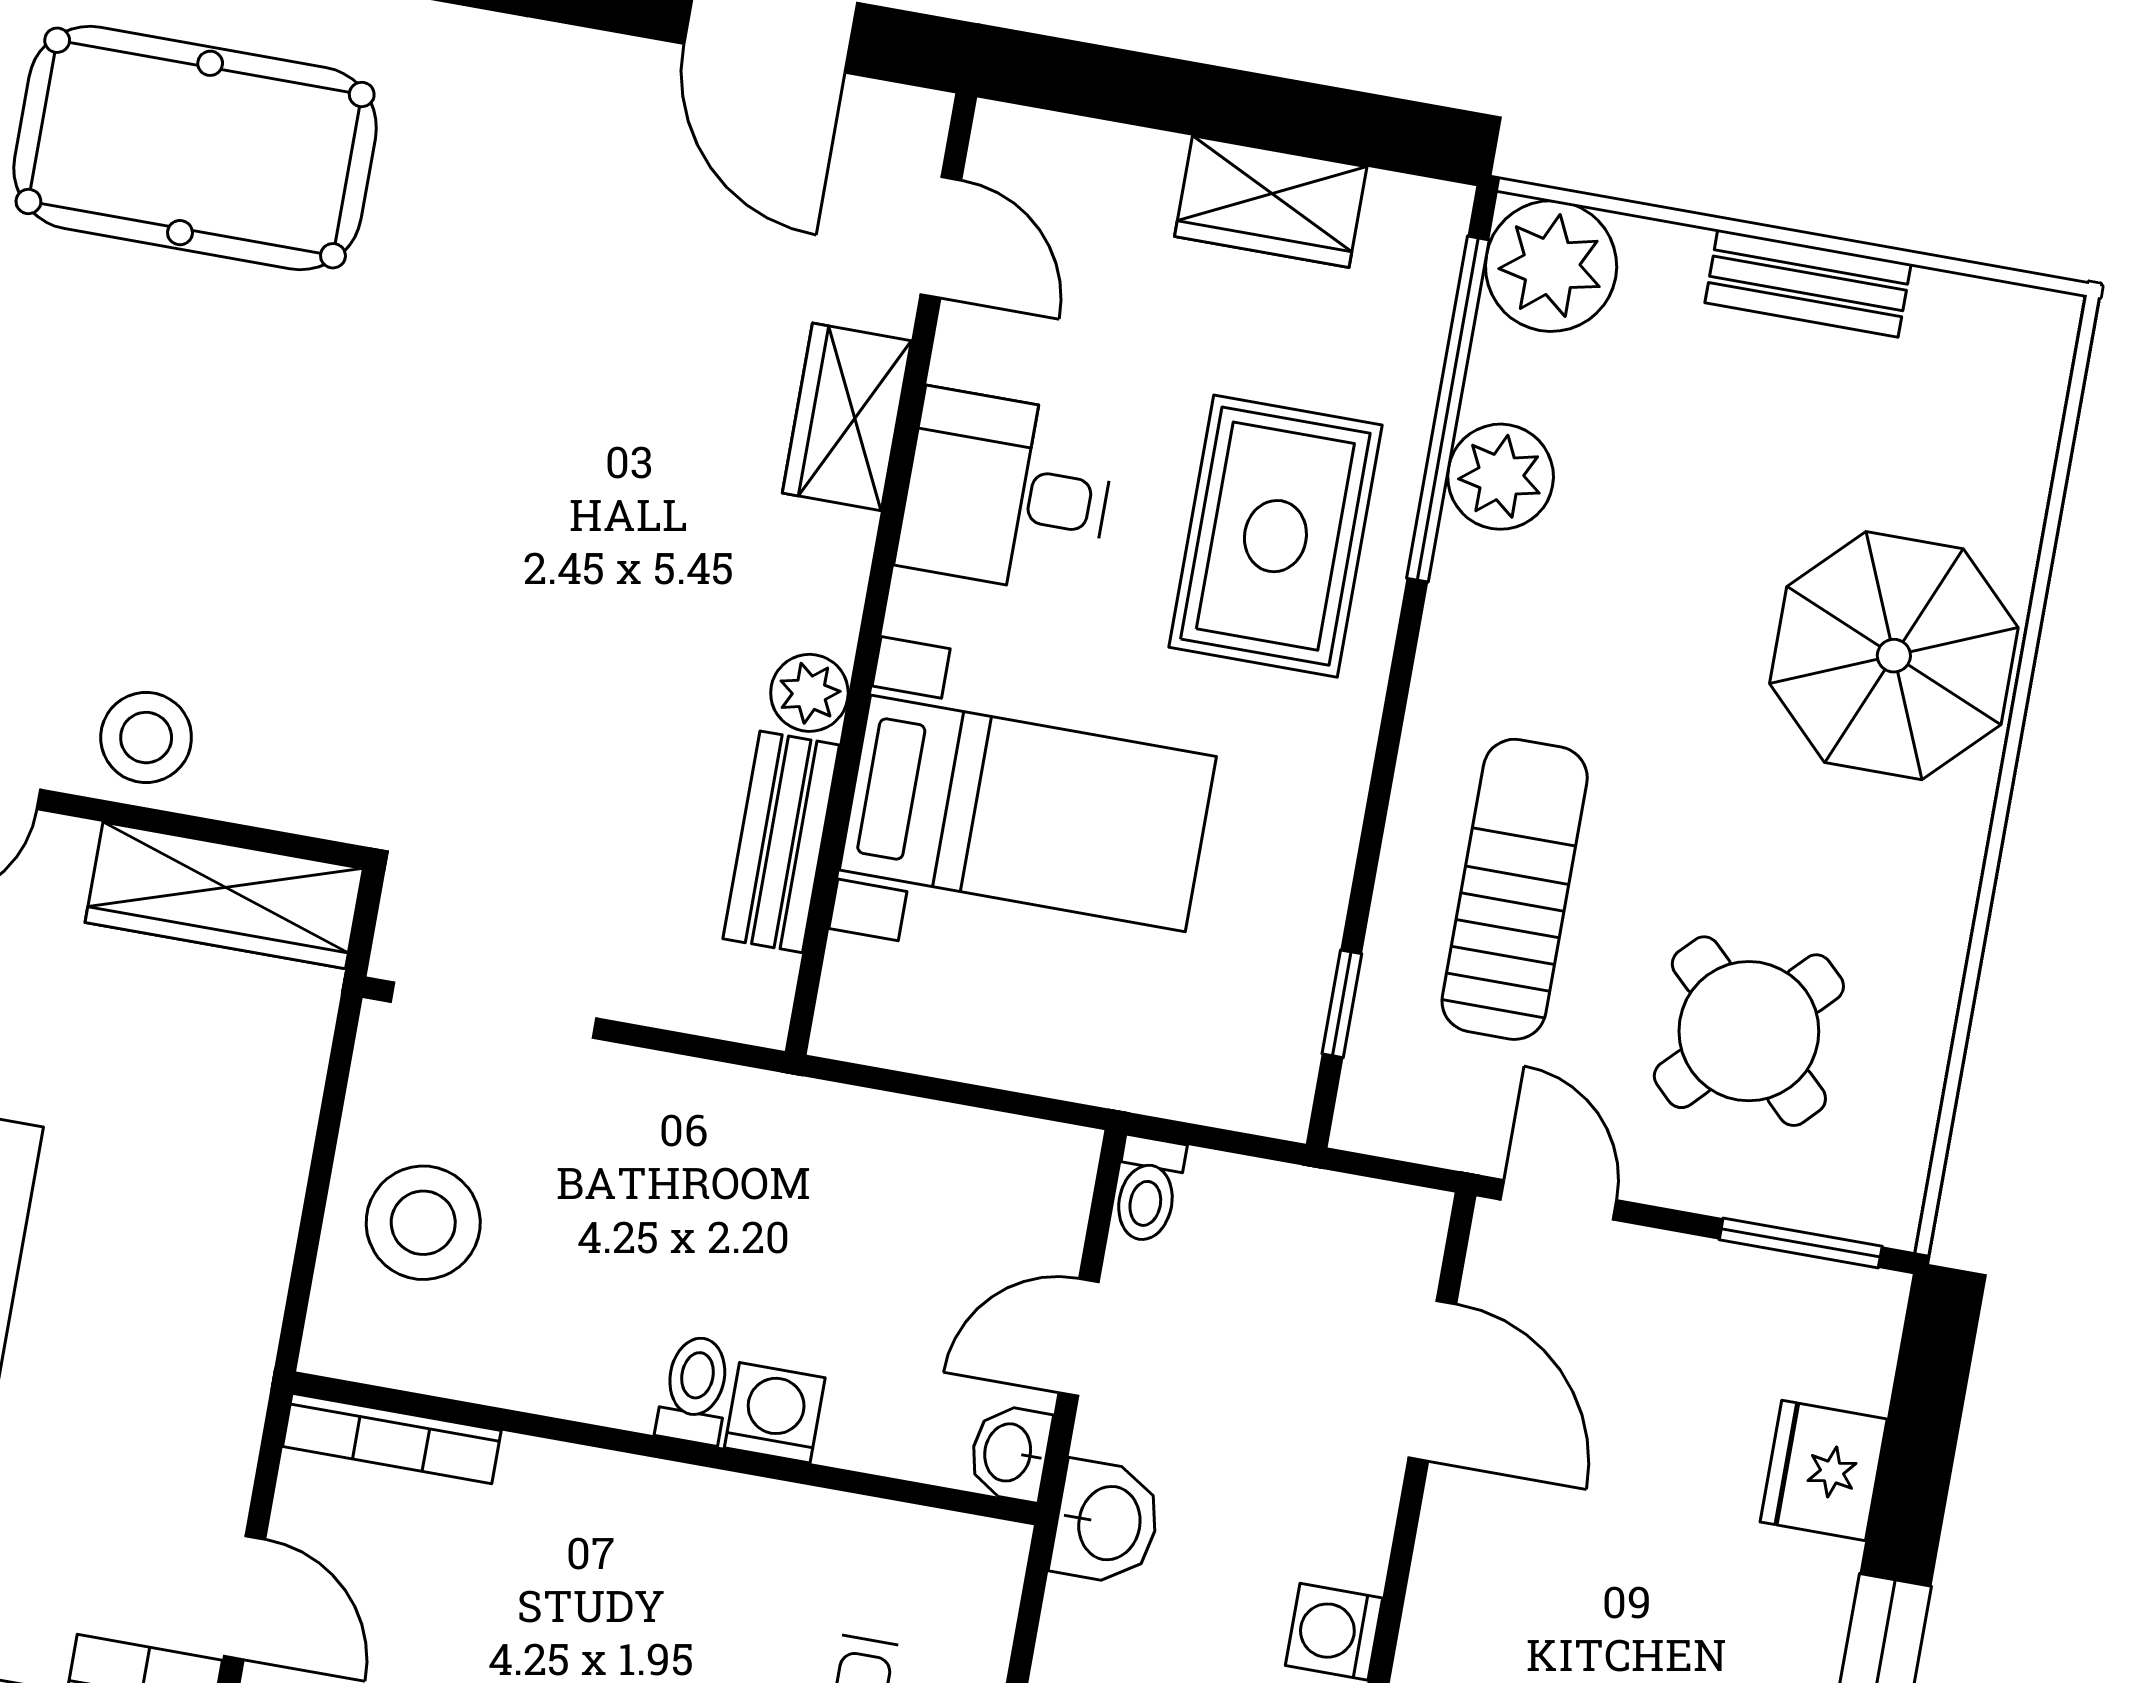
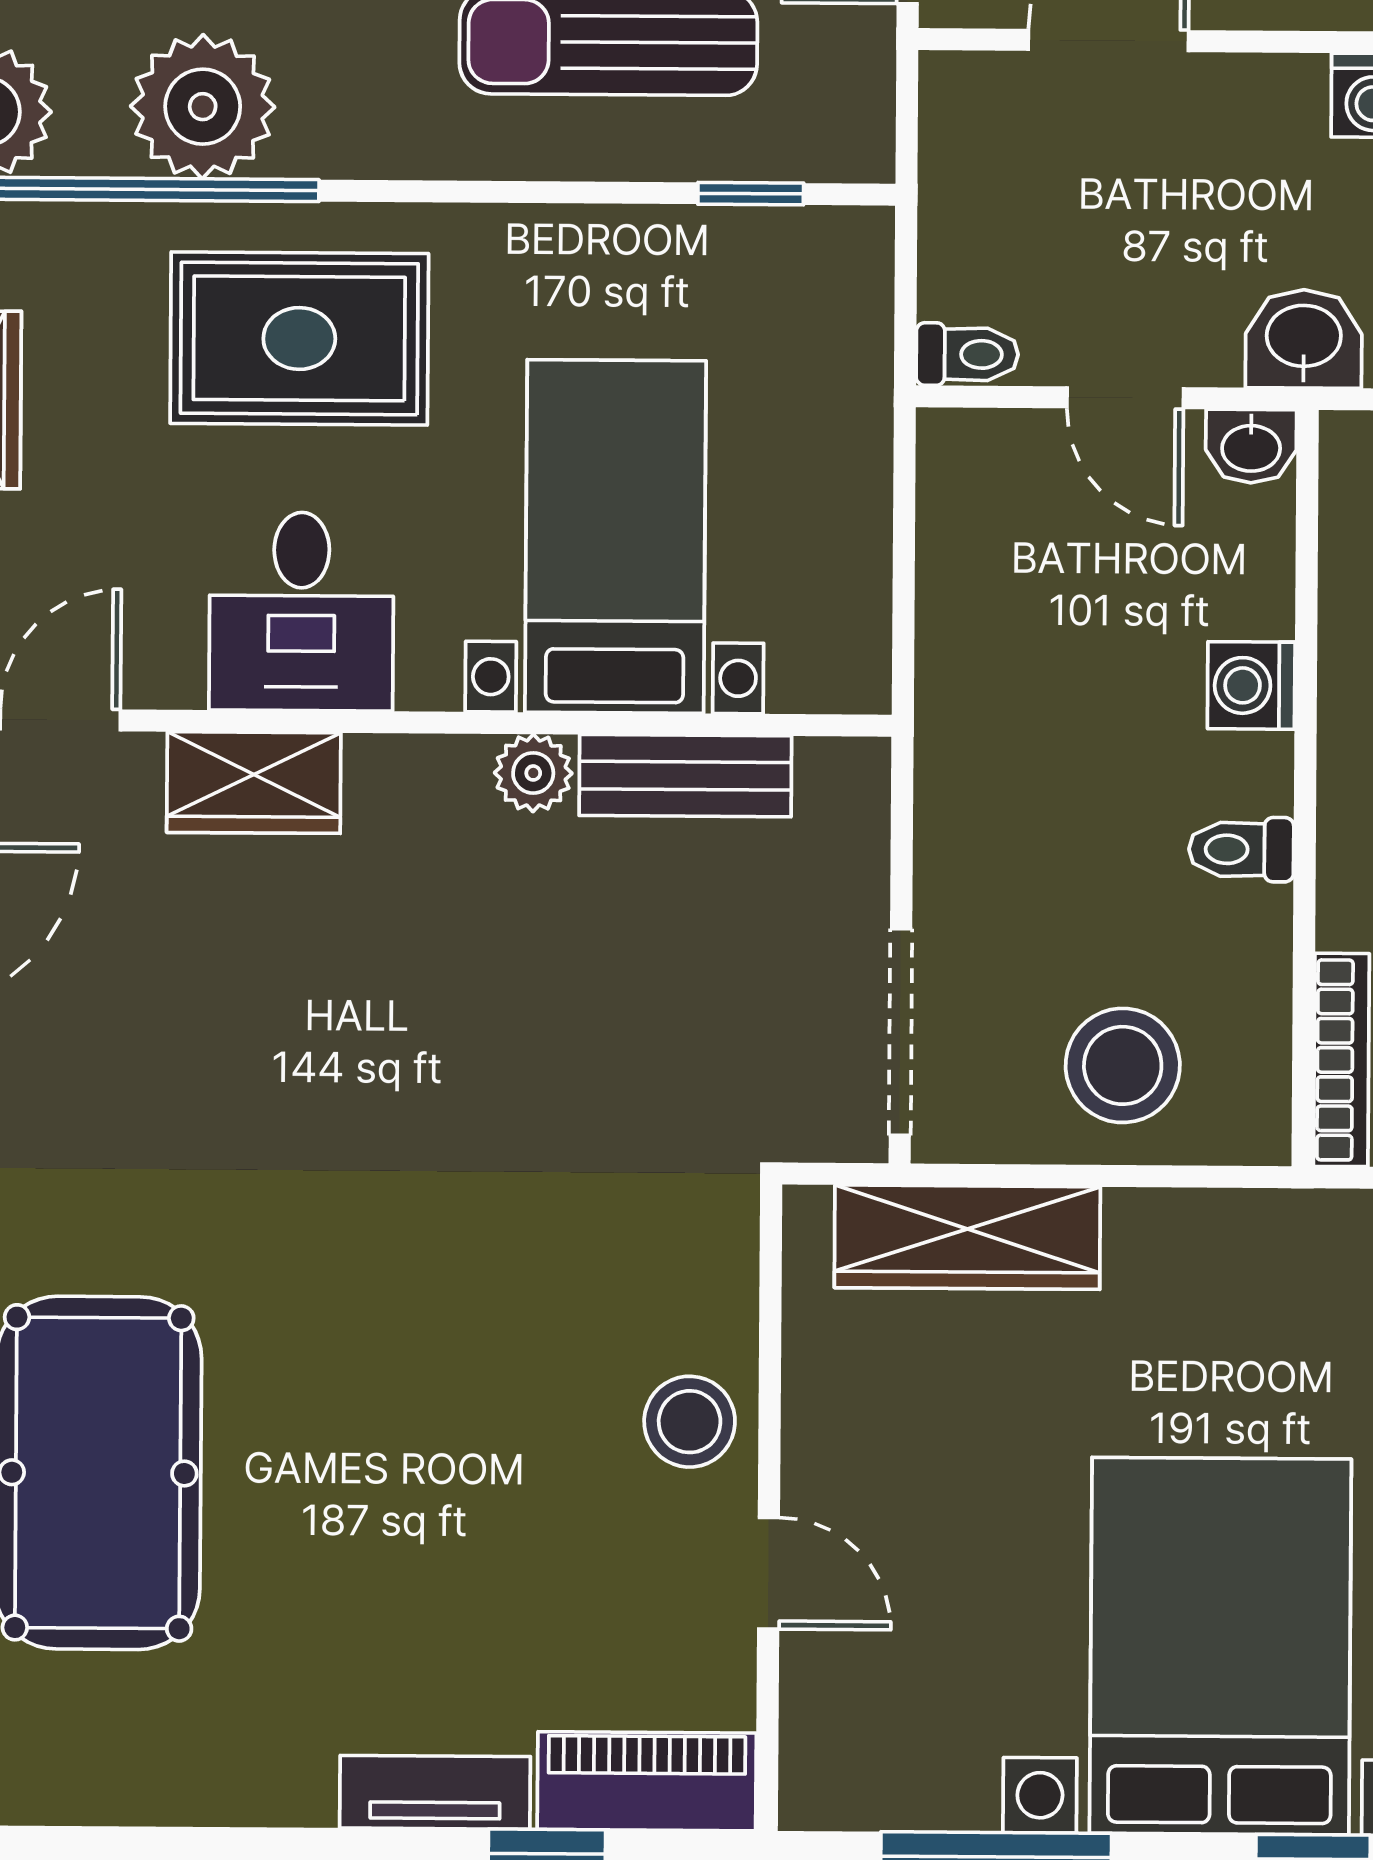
plant: (1501, 477) -> (203, 107), width x1.36, depth x1.36
wardrobe: (224, 895) -> (967, 1237), moved, turned 90
toilet: (695, 1390) -> (1241, 849), moved

